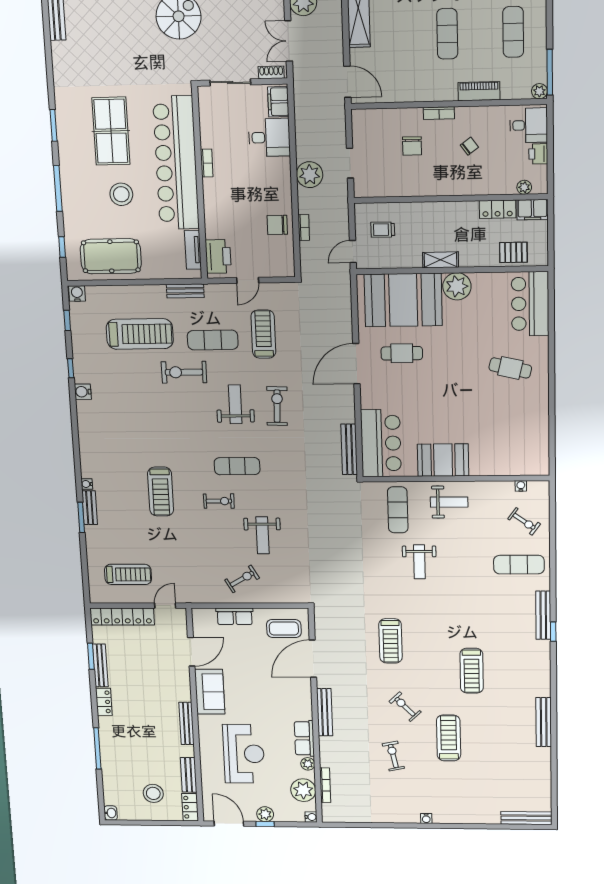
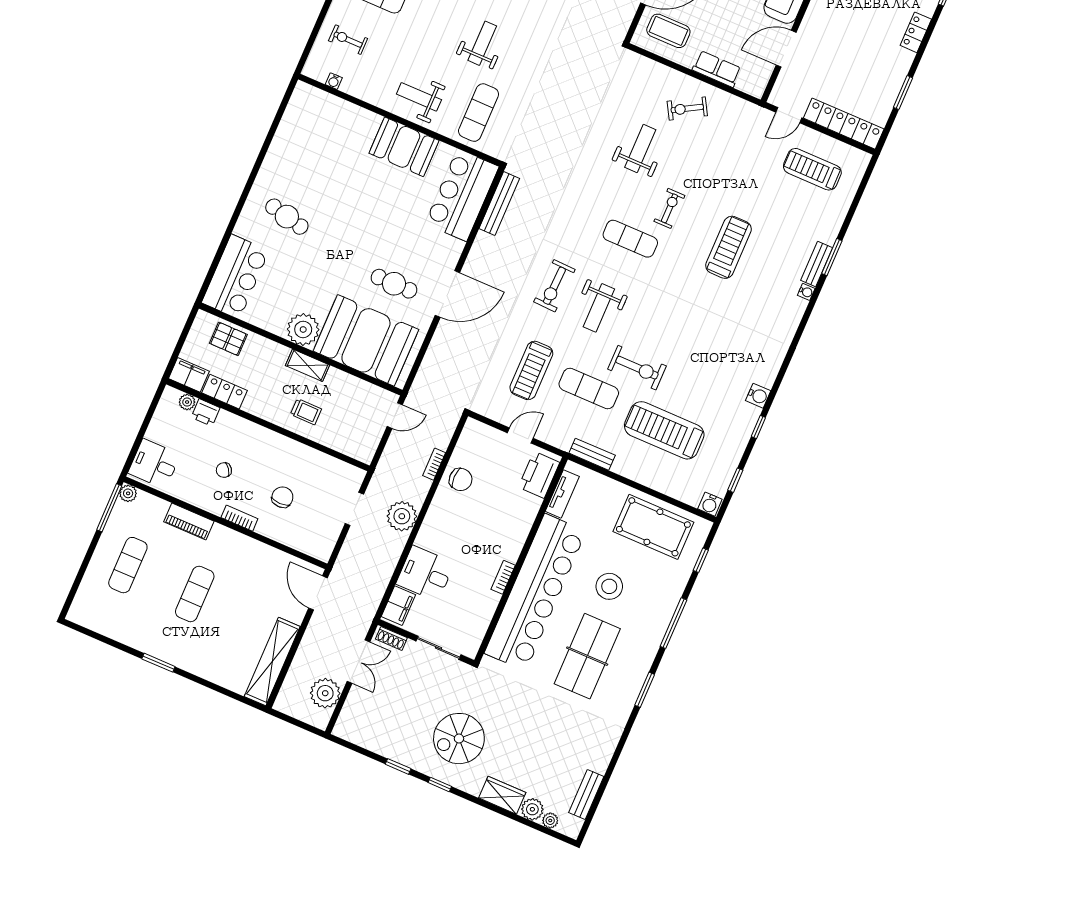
printer: (538, 154) -> (206, 413), moved, turned 90
trolley: (383, 230) -> (306, 412), moved
exercise bike: (219, 501) -> (669, 208), turned 90
exercise bike: (524, 521) -> (348, 40), turned -36
bench: (100, 665) -> (898, 77), removed

